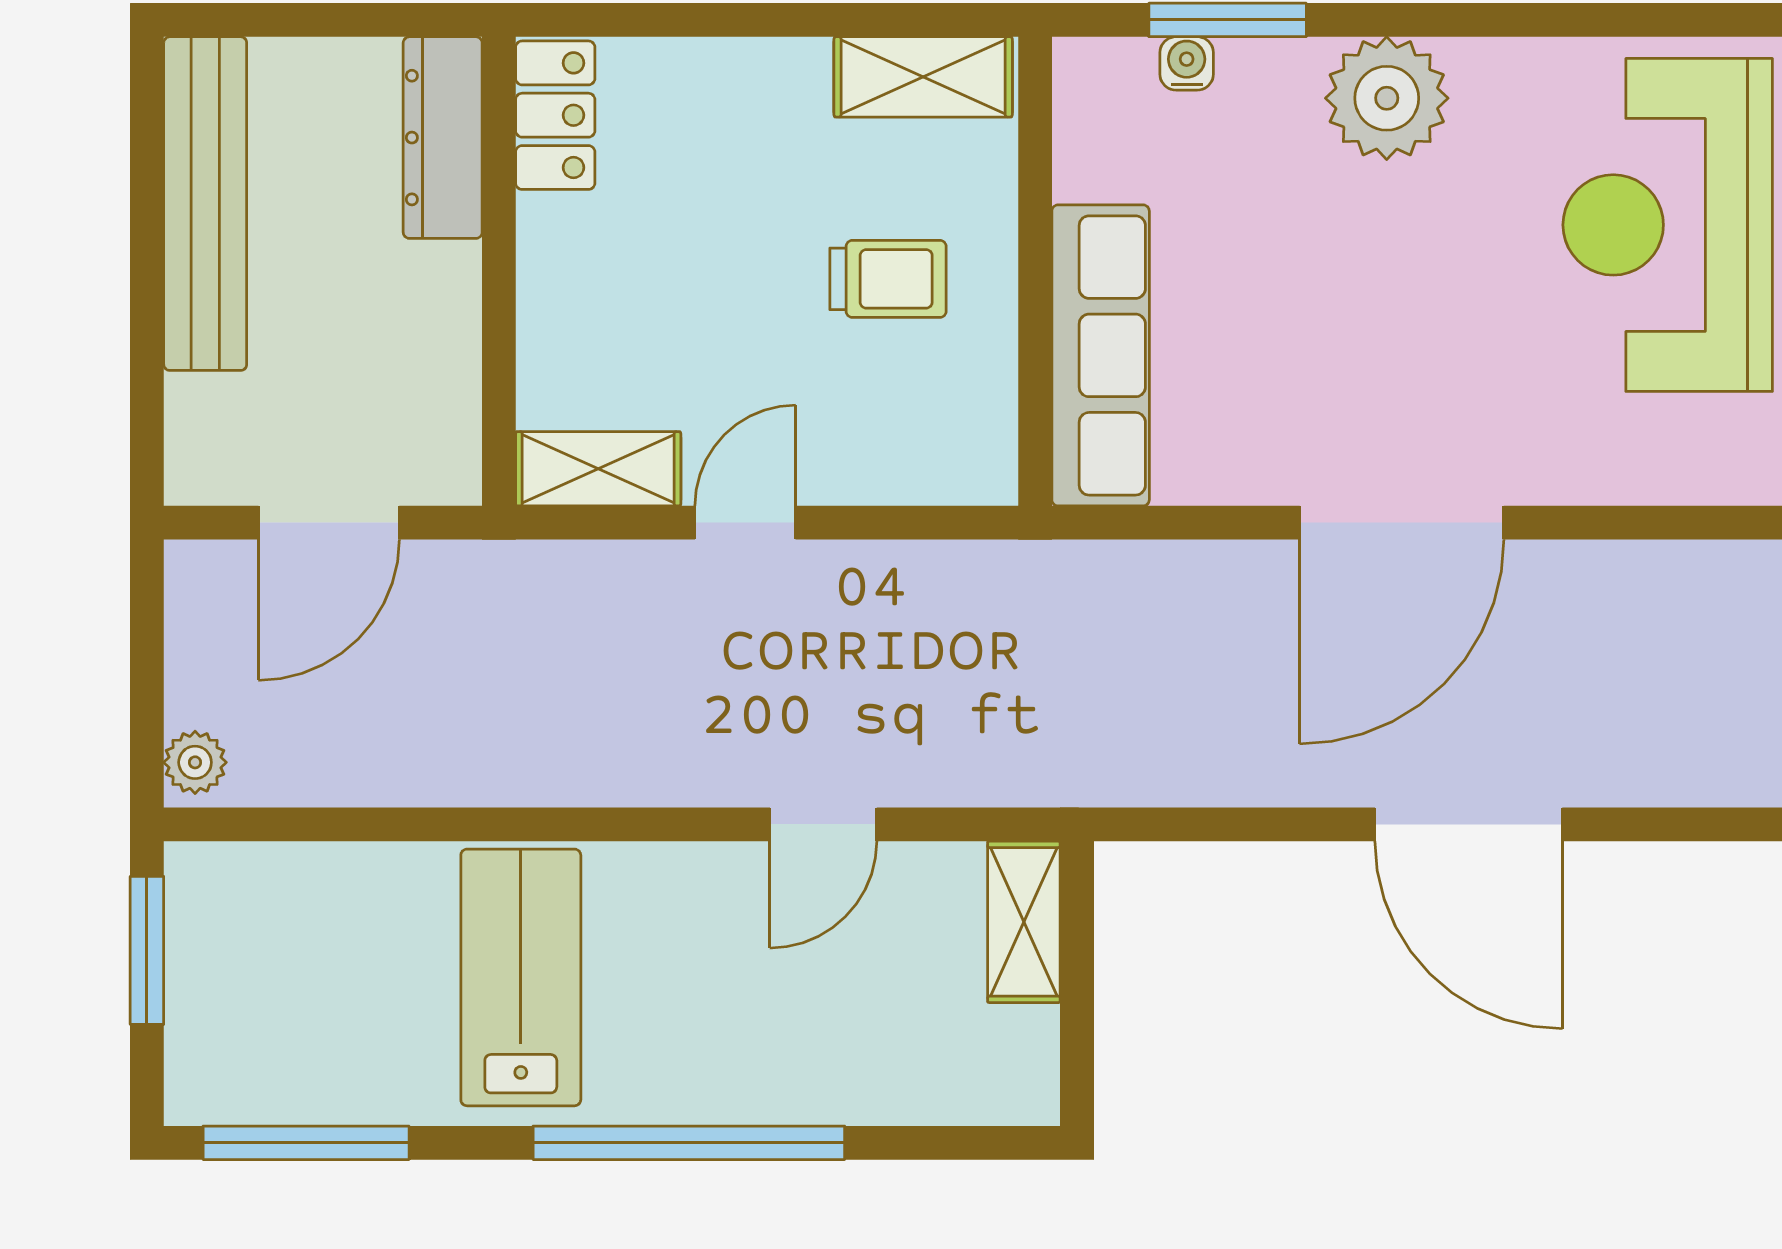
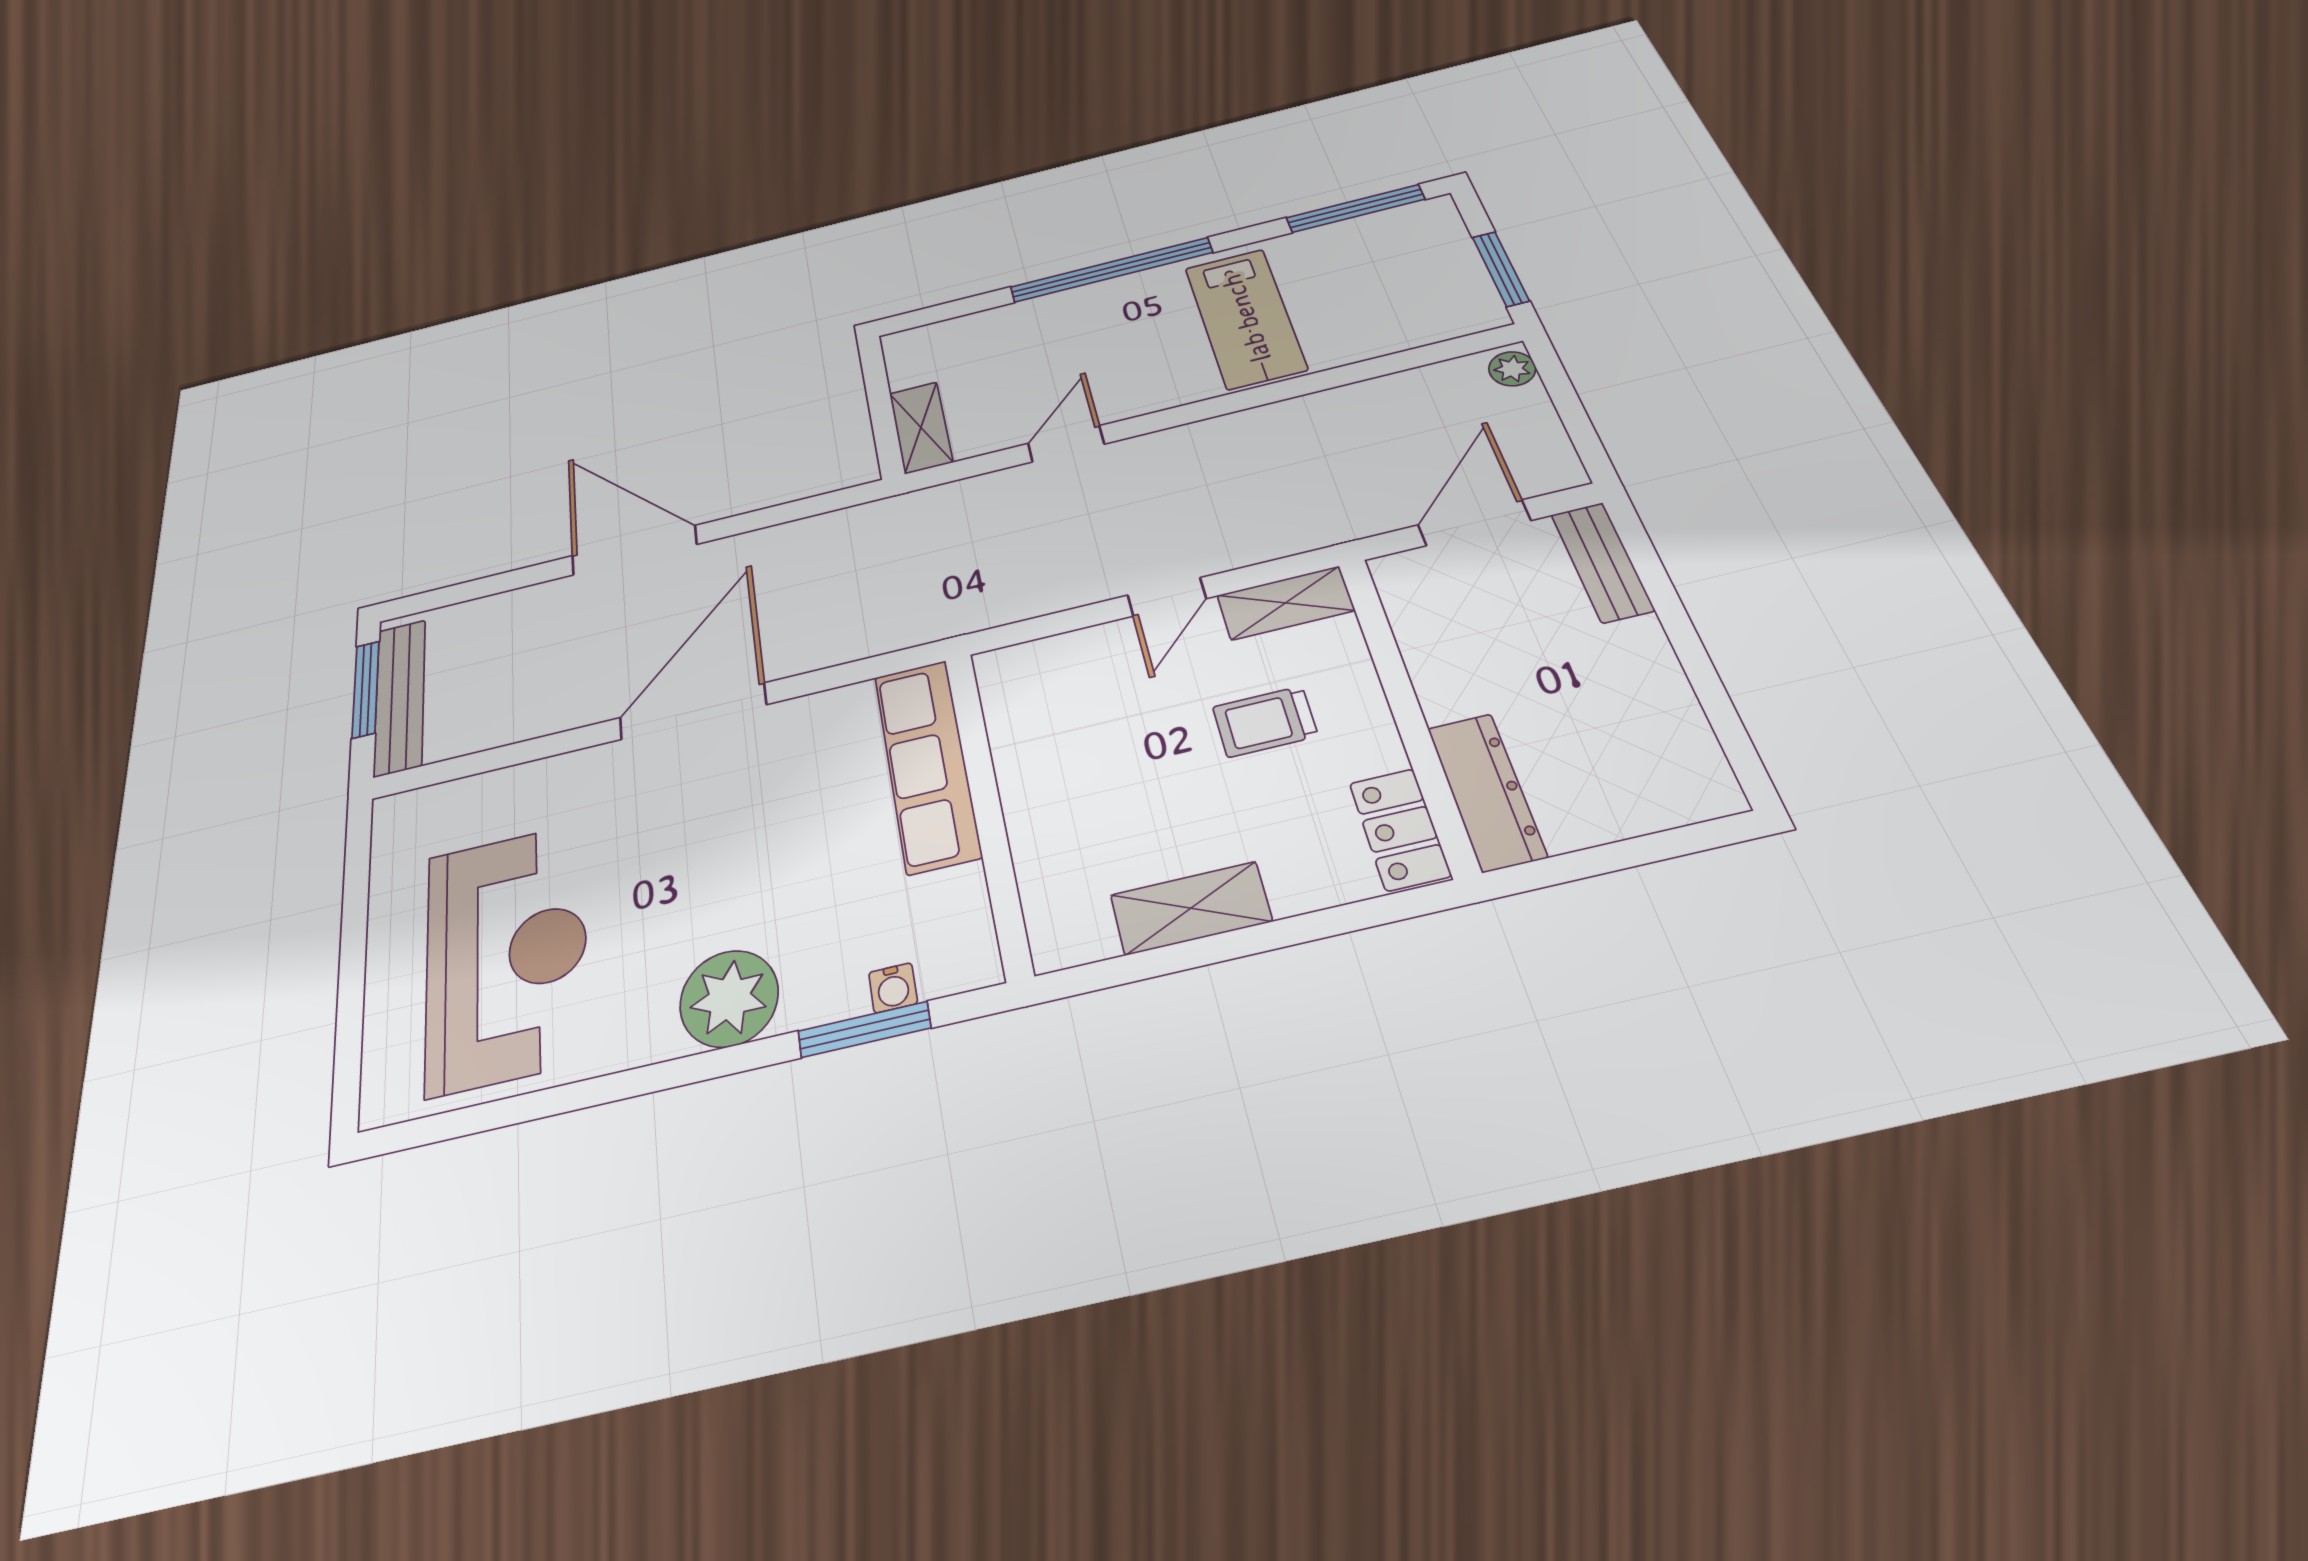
shelving: (923, 77) -> (1191, 908), moved
bench: (205, 204) -> (1602, 562), moved, width x0.54, depth x0.82
trolley: (888, 279) -> (1265, 722), moved

